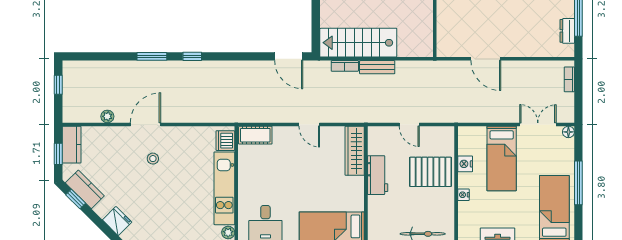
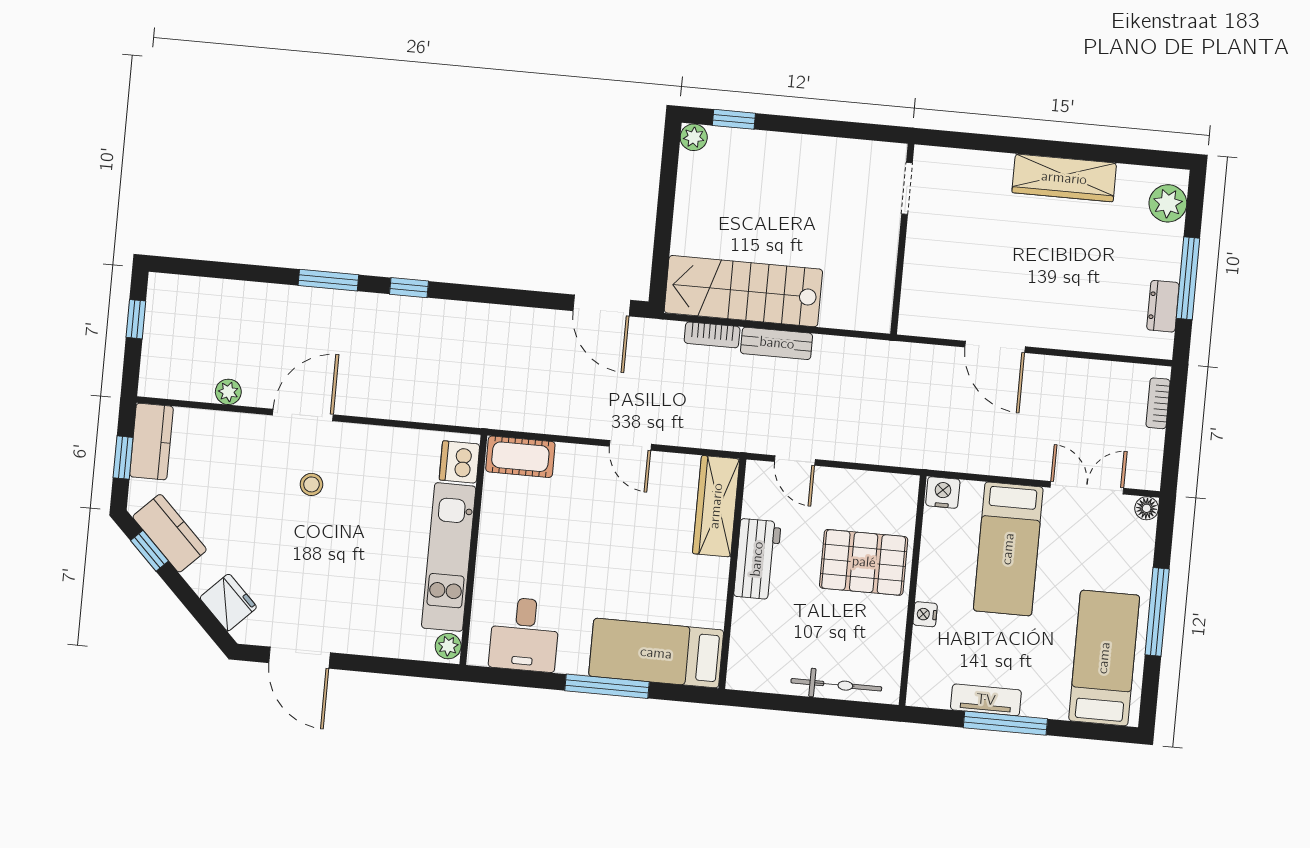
door: (409, 124) -> (795, 461), moved
nightstand: (465, 164) -> (943, 492), moved, turned 90

